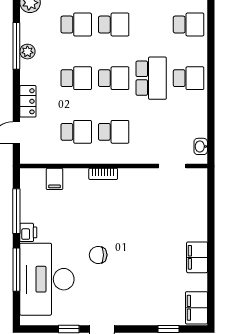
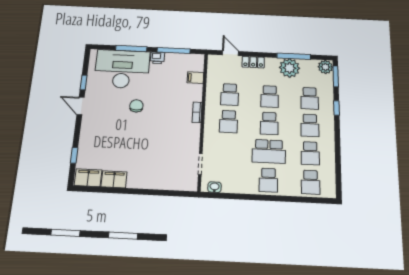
school desk: (151, 25) -> (310, 153), added
plant: (27, 52) -> (290, 68), width x1.87, depth x1.87
filing cabinet: (197, 257) -> (114, 179), moved

